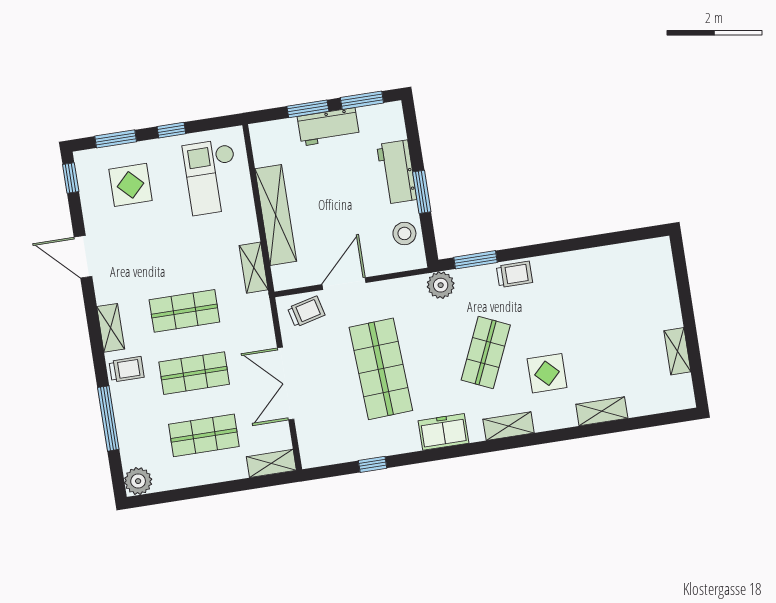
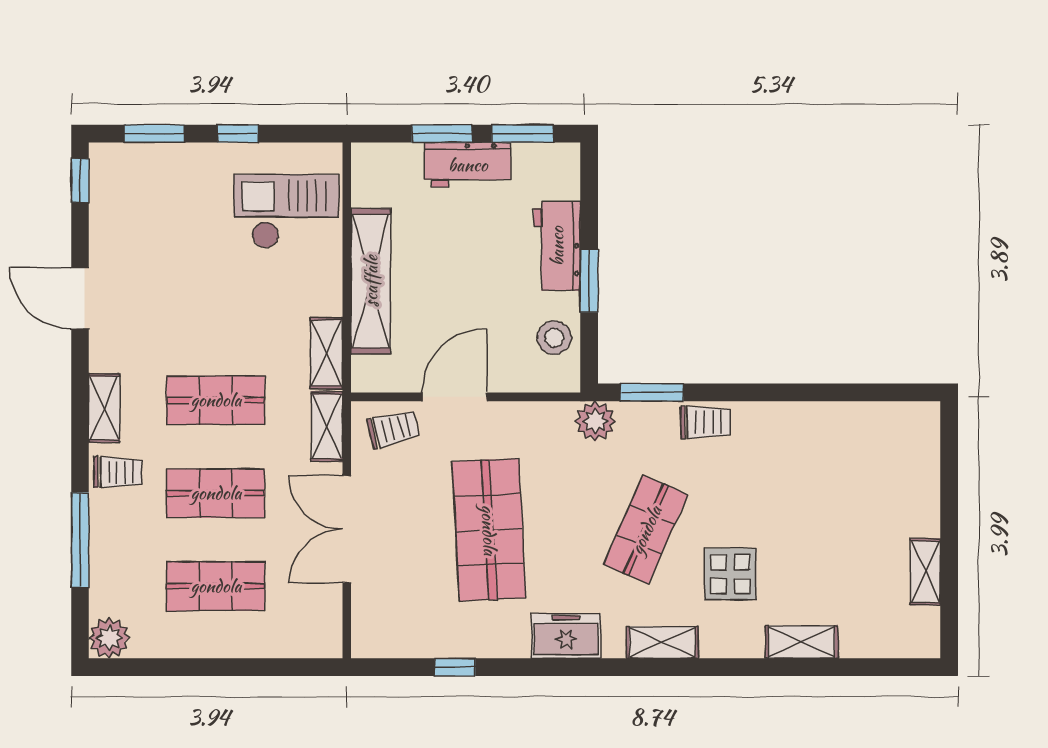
checkout: (212, 177) -> (286, 211), turned 90
display table: (131, 185) -> (166, 204), removed
shelving: (271, 463) -> (327, 427), moved, turned 90

